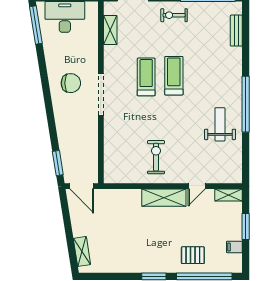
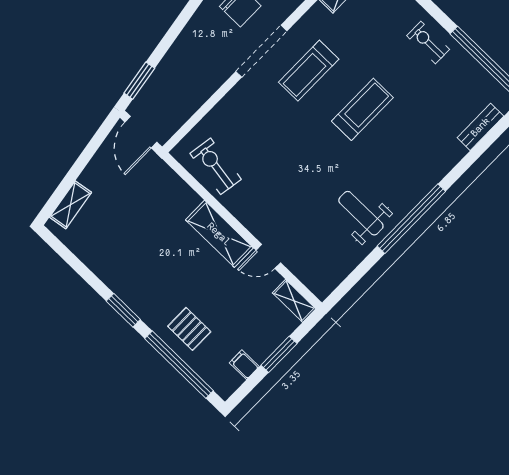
treadmill: (146, 77) -> (309, 71), moved, turned 180
weight bench: (220, 124) -> (361, 213), turned -90
exercise bike: (156, 157) -> (216, 166), moved, turned -81

